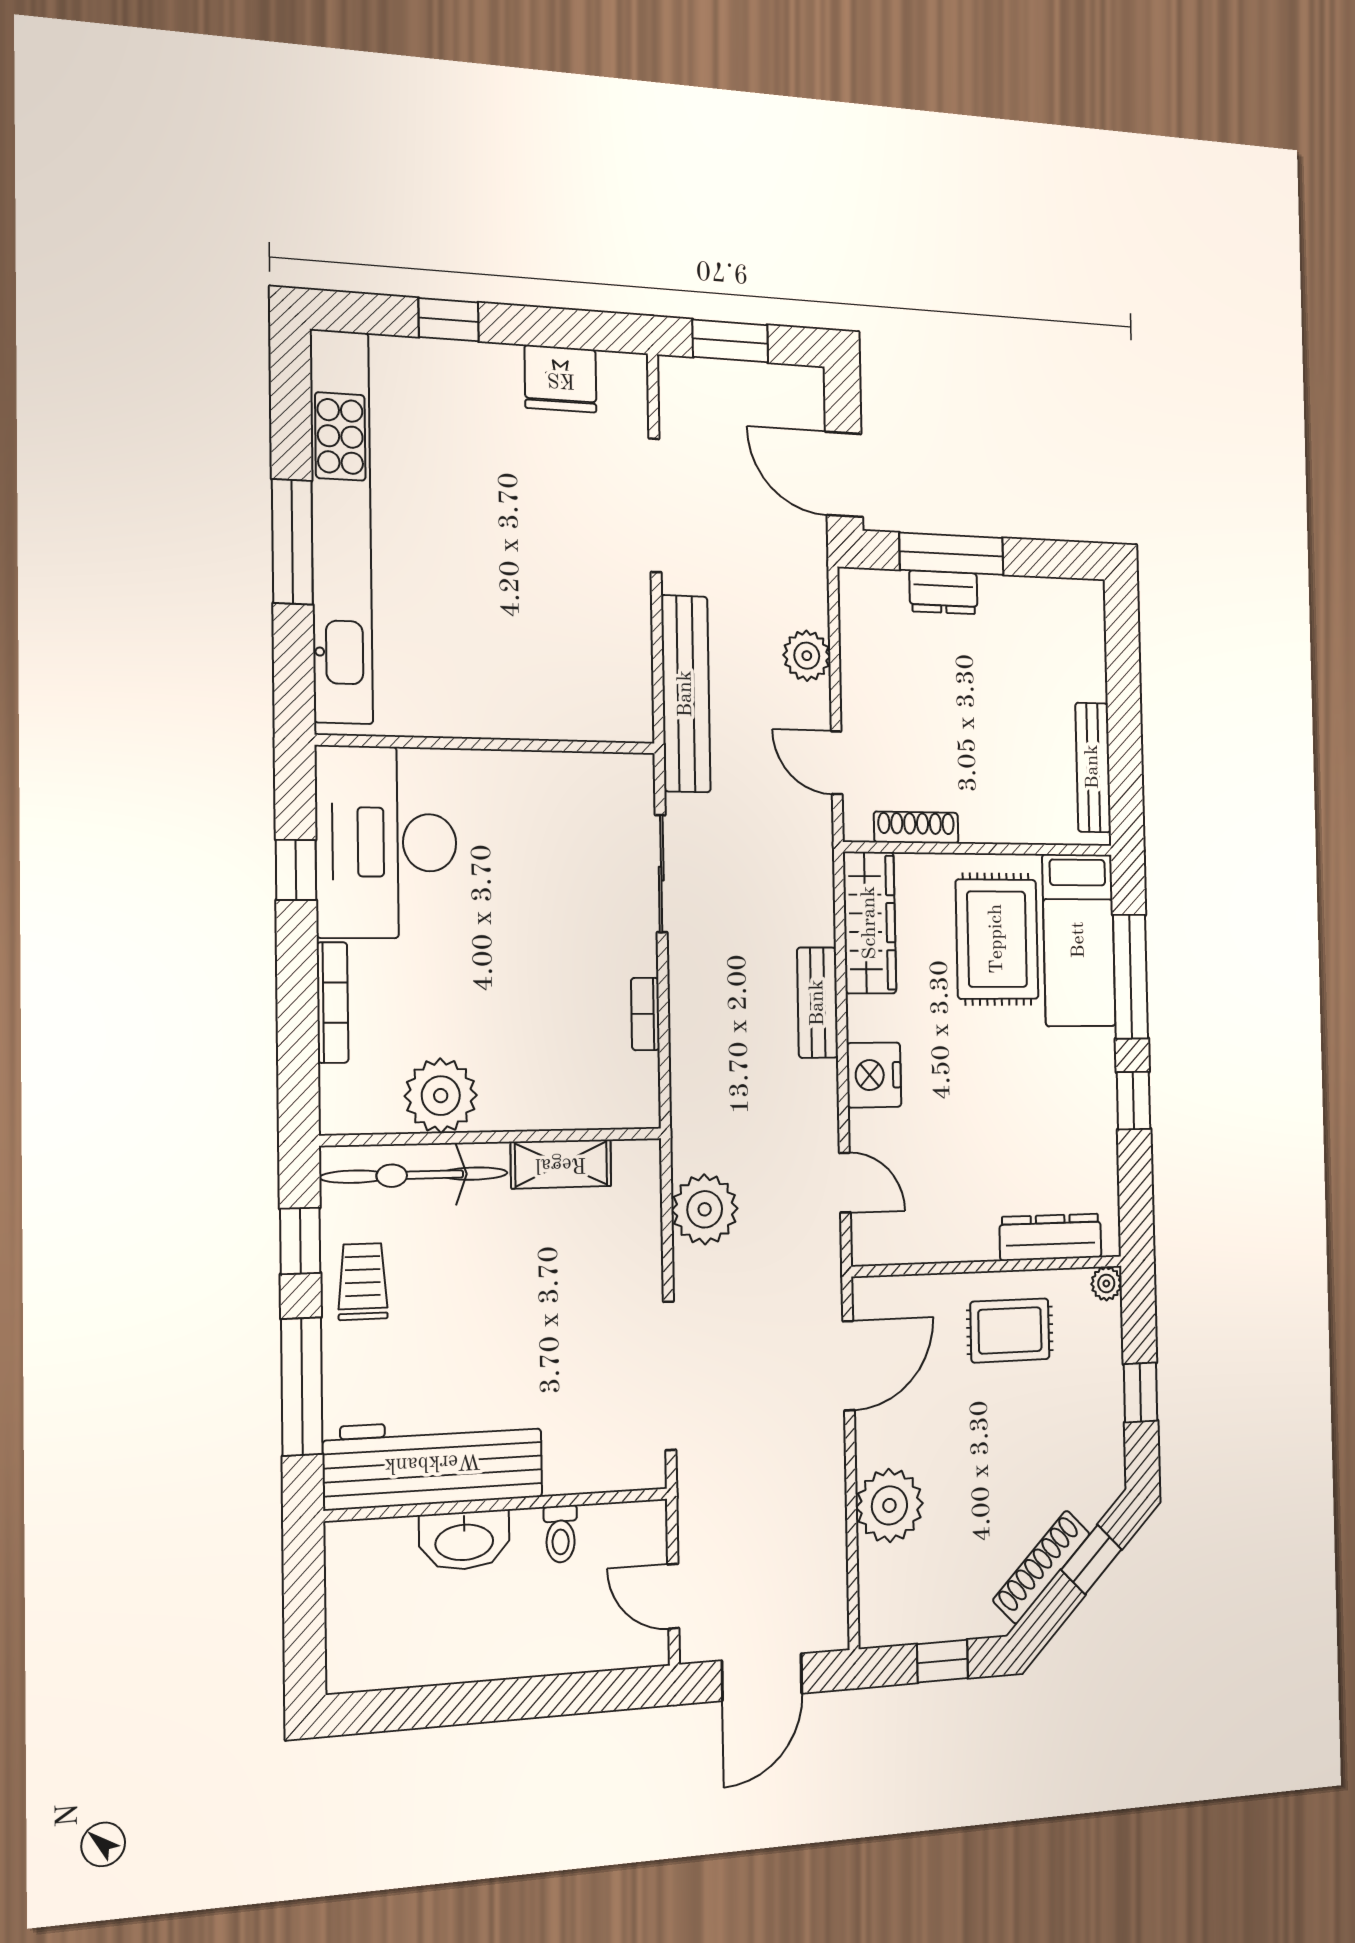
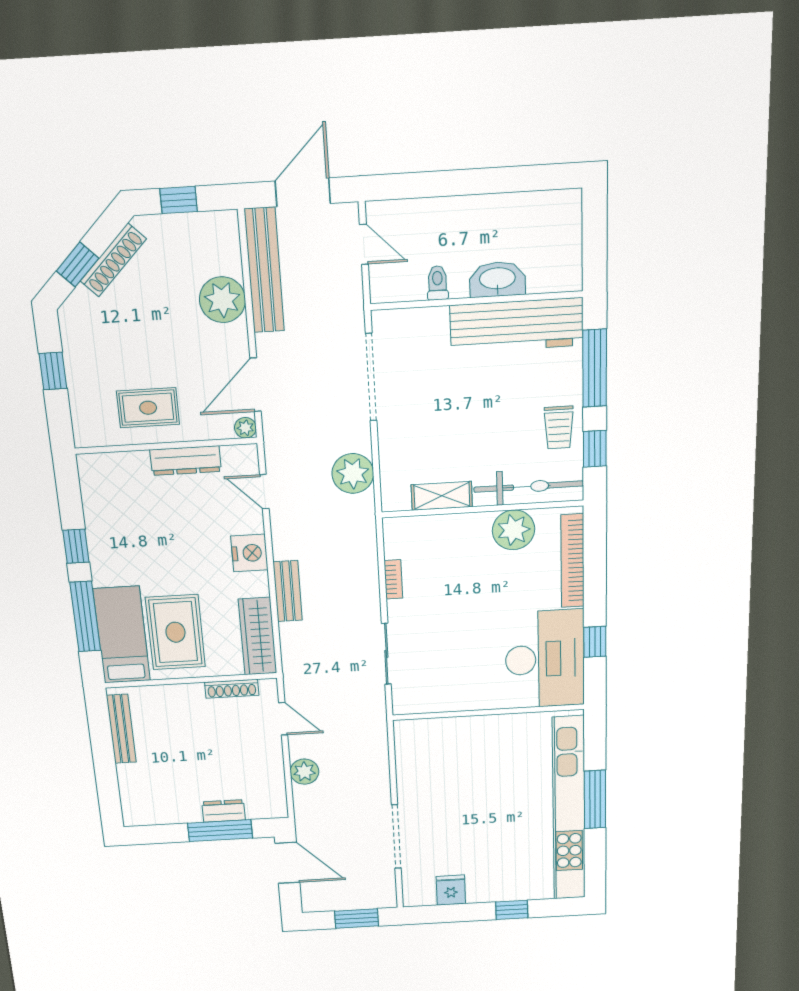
fridge: (561, 379) -> (451, 890), width x0.72
bench: (686, 694) -> (264, 270), moved
bookcase: (333, 1002) -> (573, 561), width x1.48, depth x1.31
dresser: (1051, 1237) -> (186, 461), moved
plant: (1106, 1283) -> (245, 428), moved

